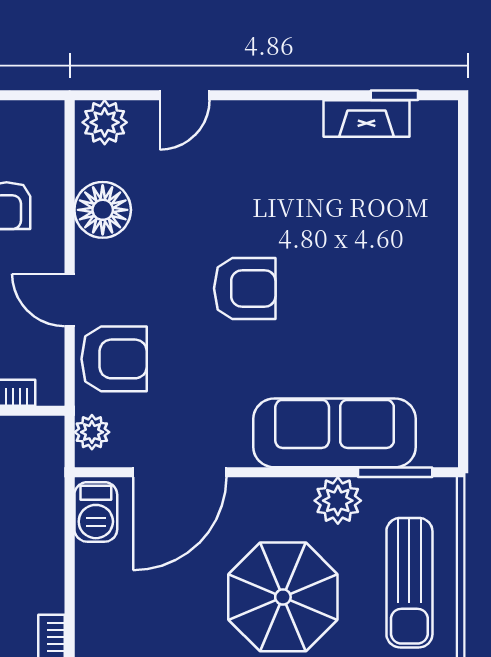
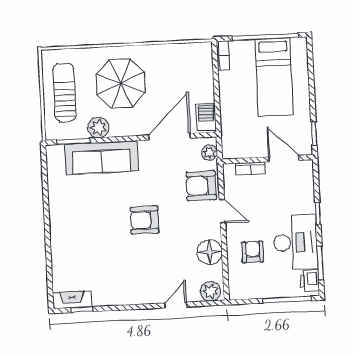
fireplace: (366, 118) -> (72, 300), moved

